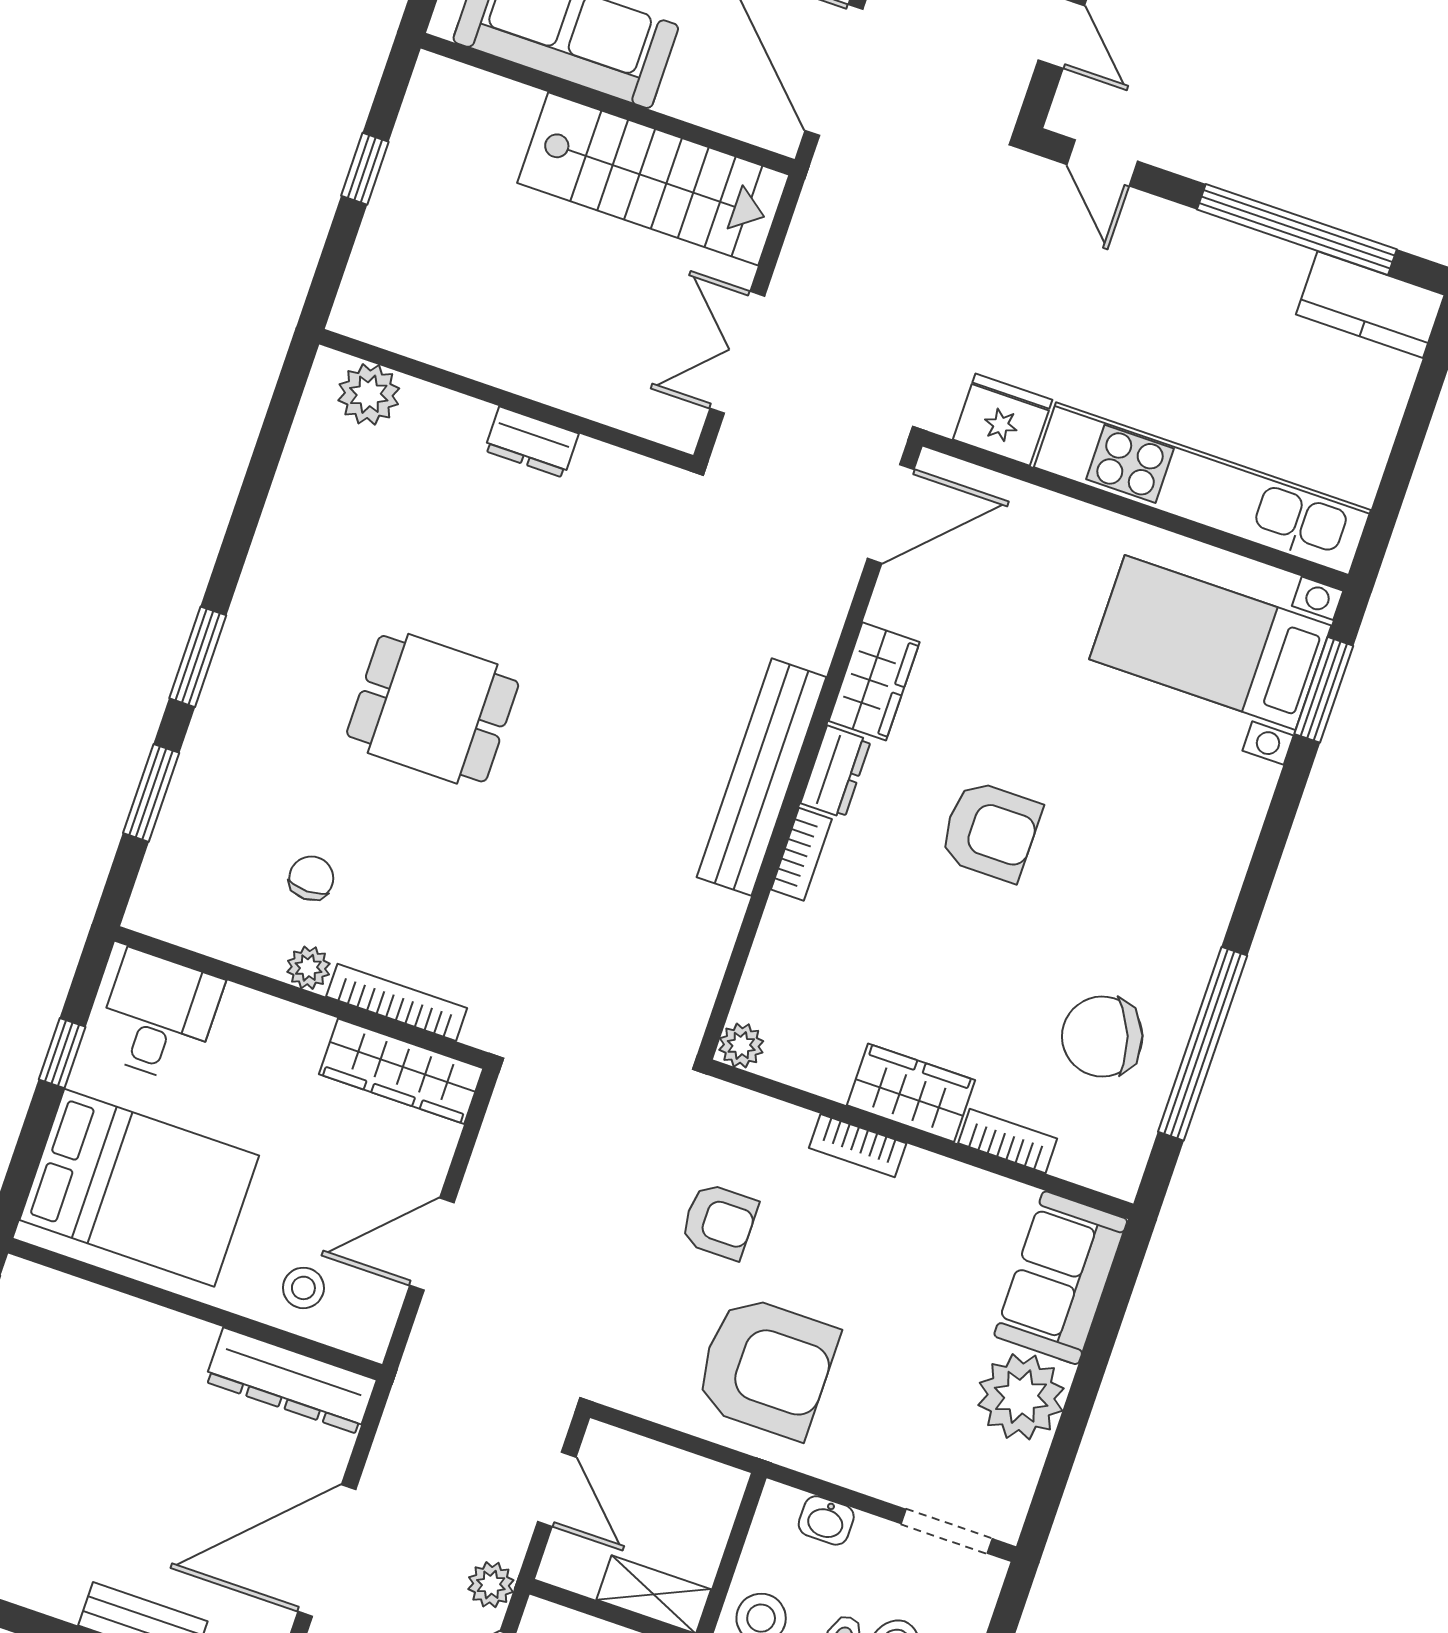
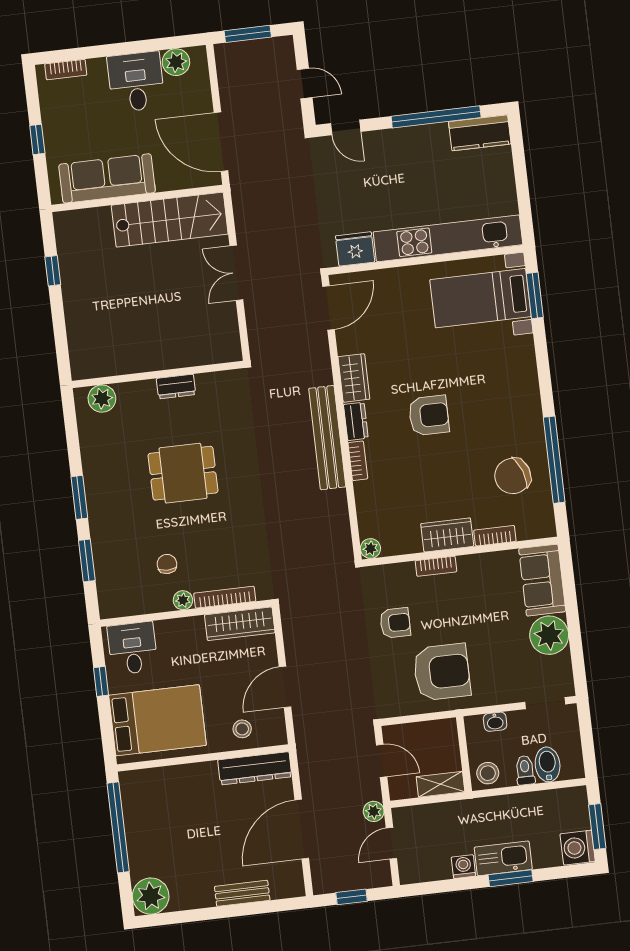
plant: (369, 394) -> (102, 399), moved
wall: (506, 400) -> (158, 374), moved
dresser: (532, 442) -> (176, 387), moved

